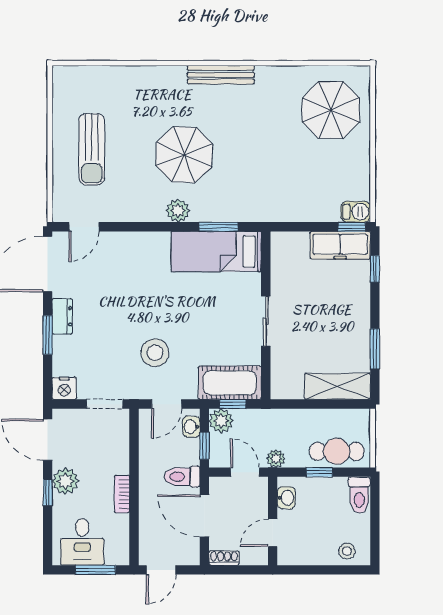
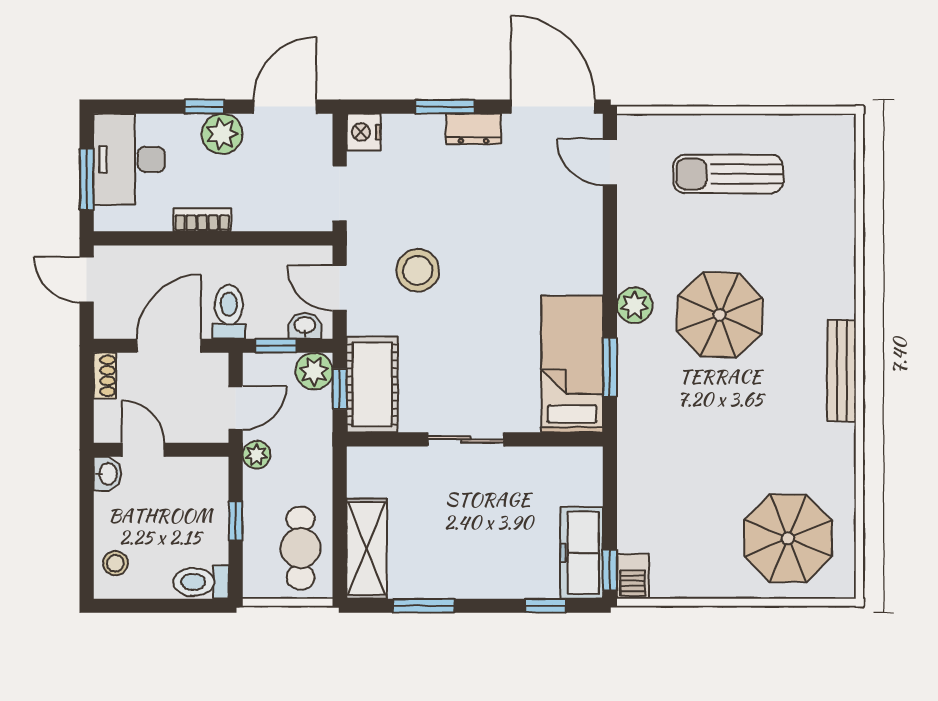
cafe table: (337, 451) -> (300, 548), moved
washbasin: (286, 498) -> (107, 474), moved, turned -90
desk: (82, 542) -> (129, 159), width x1.37

